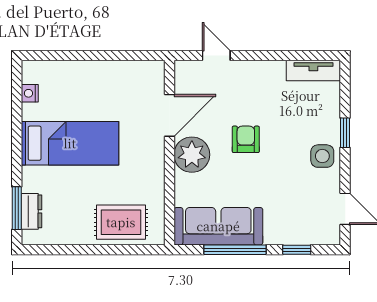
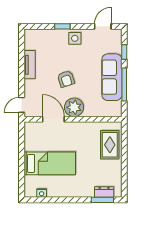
door: (216, 56) -> (22, 105), moved
tv unit: (313, 70) -> (30, 65), moved
armchair: (246, 139) -> (66, 79), turned -108
bed: (70, 143) -> (50, 163), moved, turned 90
sofa: (218, 226) -> (112, 77), moved

